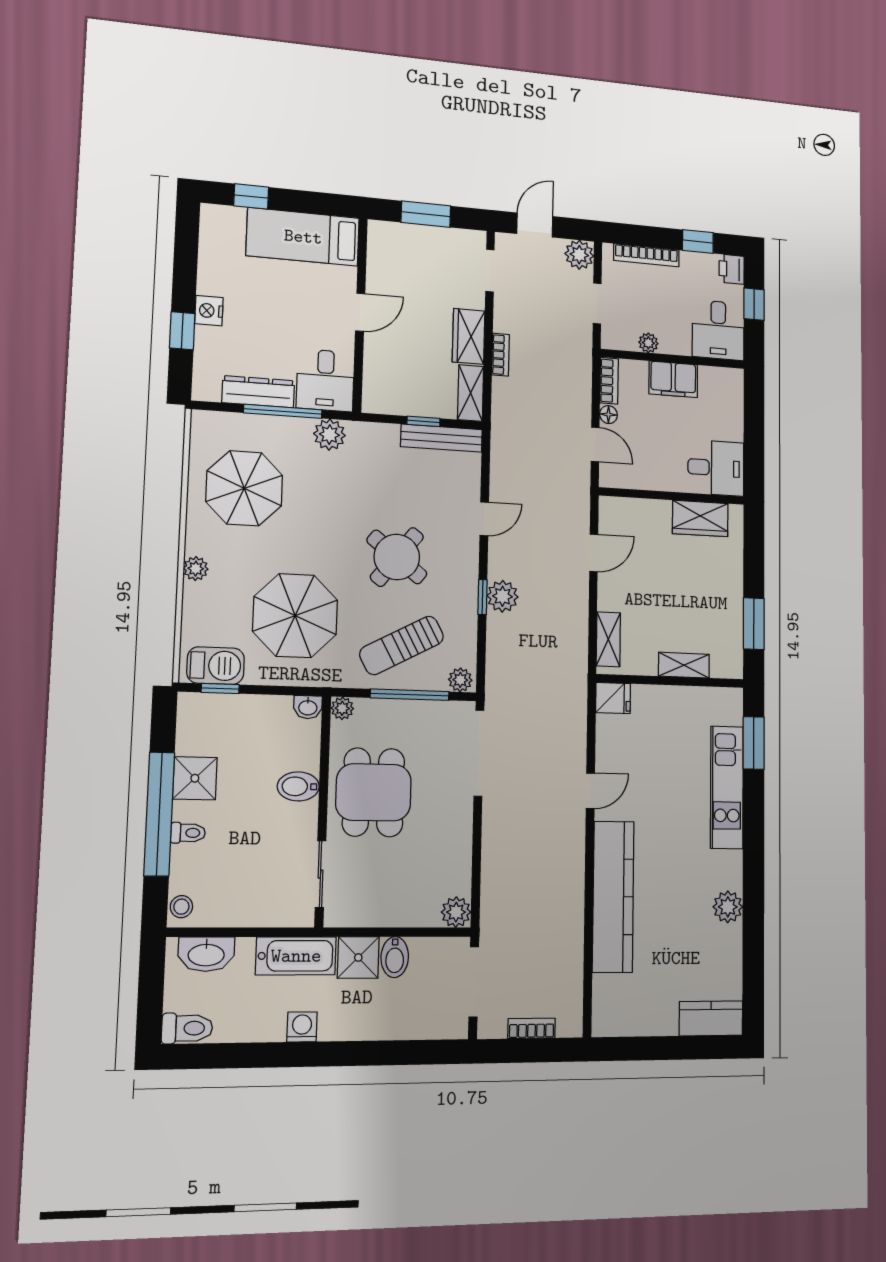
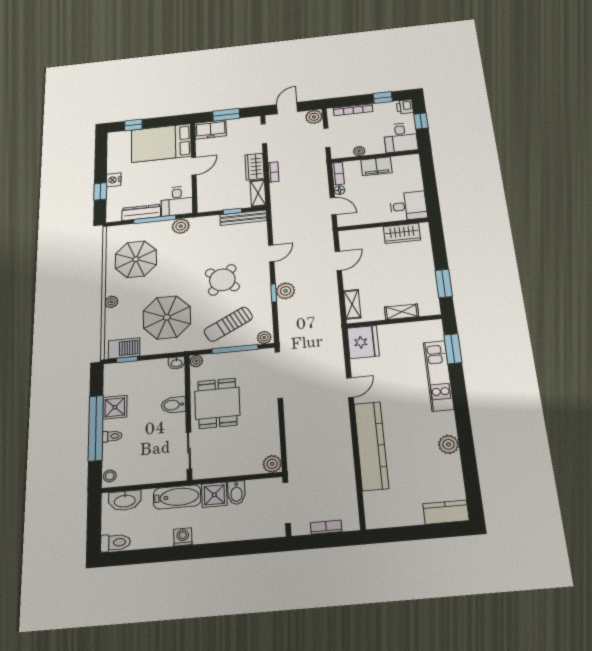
bed: (303, 237) -> (161, 143), width x1.50
freezer: (395, 240) -> (211, 130), added
fridge: (613, 698) -> (363, 342), width x1.88, depth x1.34

